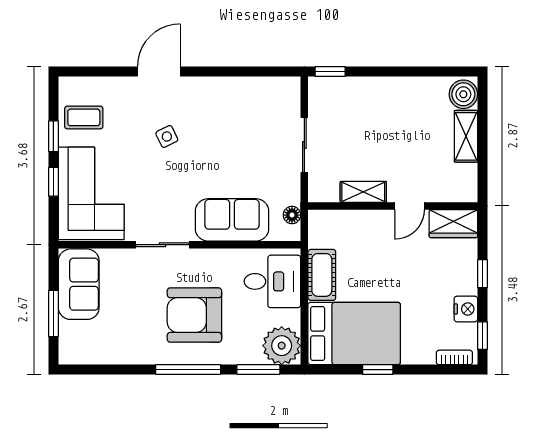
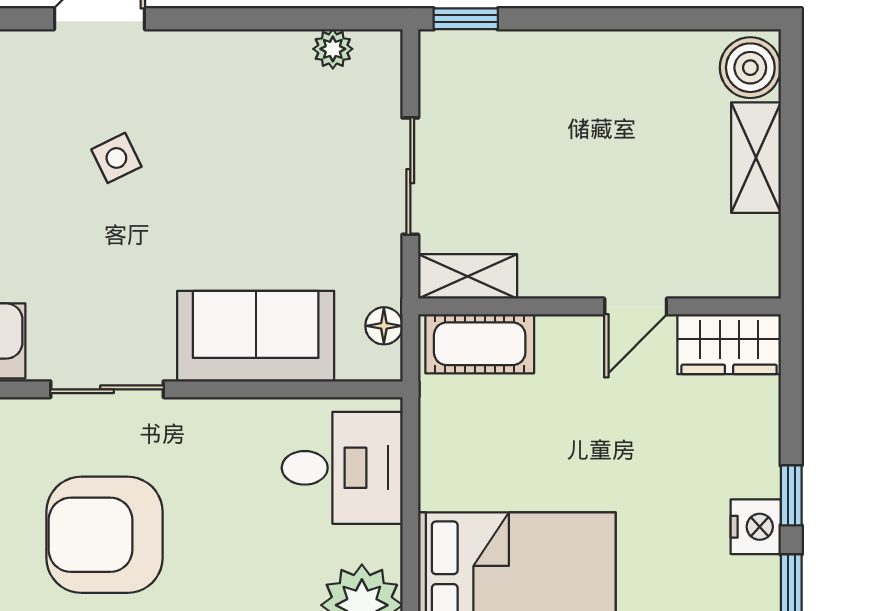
plant: (268, 85) -> (333, 49), added
shelving: (363, 192) -> (468, 276), moved
window: (482, 274) -> (791, 495), moved
cot: (322, 275) -> (480, 344), moved, turned 90
armchair: (194, 315) -> (104, 535), moved

